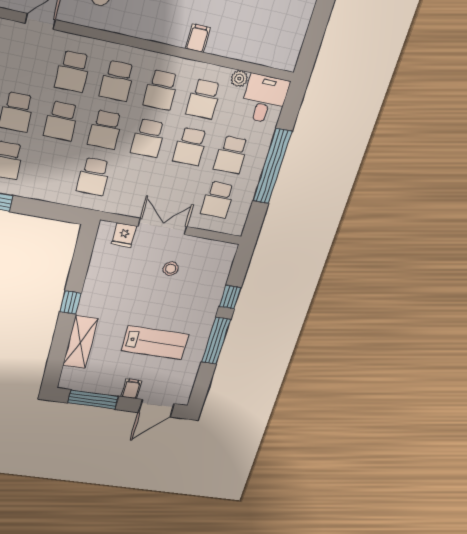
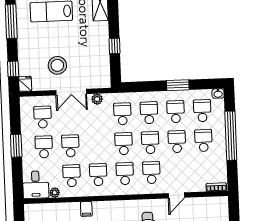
school desk: (148, 138) -> (149, 113), moved
window: (272, 166) -> (16, 146), width x0.47
plant: (126, 208) -> (97, 99), added
fridge: (124, 235) -> (25, 84), moved
stool: (171, 269) -> (57, 65), width x1.89, depth x1.89
window: (230, 297) -> (13, 69), moved
window: (70, 302) -> (115, 46), moved

